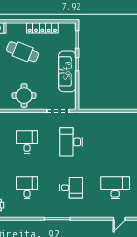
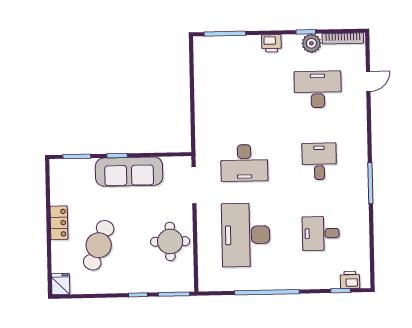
locker: (42, 28) -> (59, 223), width x0.66
desk: (27, 142) -> (246, 235), width x1.87, depth x1.30
desk: (115, 188) -> (318, 89), turned 90
door: (119, 219) -> (368, 81), hinge flipped

